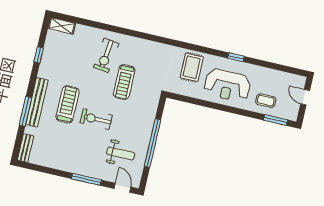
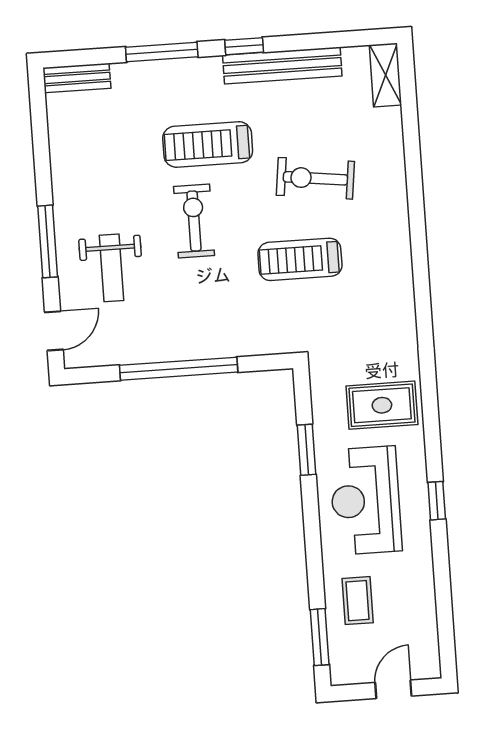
window: (39, 55) -> (244, 46), moved
exercise bike: (106, 55) -> (315, 178), moved
bench: (37, 102) -> (282, 66), moved
window: (200, 102) -> (307, 450), added
treadmill: (68, 104) -> (208, 144), turned 180
weight bench: (121, 154) -> (111, 268), moved

